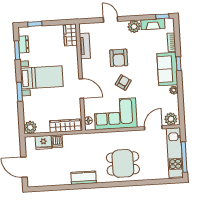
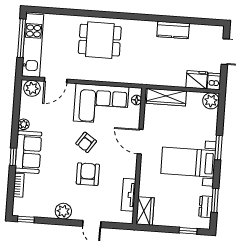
fireplace: (153, 24) -> (39, 211), removed
dishwasher: (57, 141) -> (214, 81), moved
kitchen counter: (84, 178) -> (173, 30), moved

